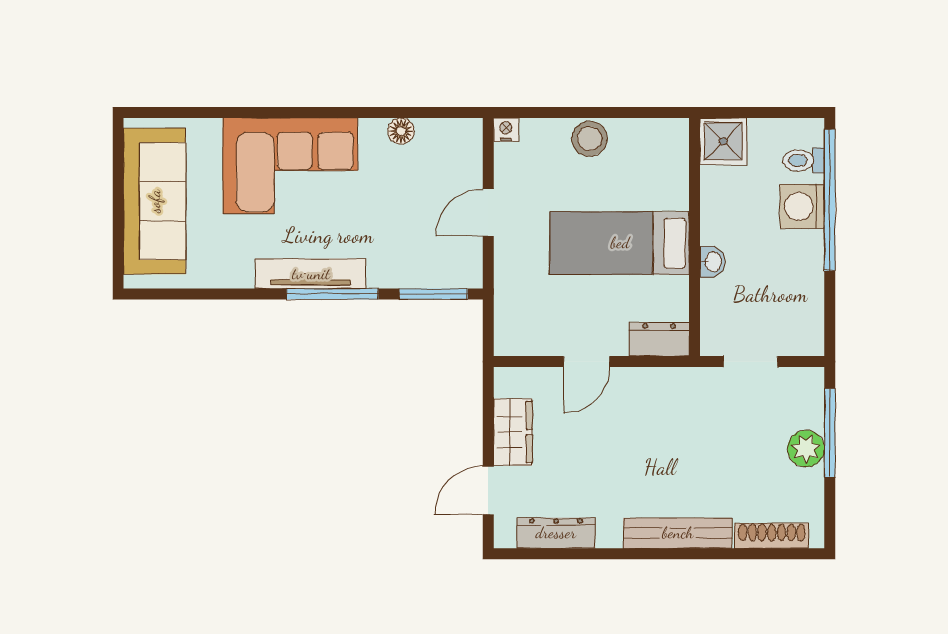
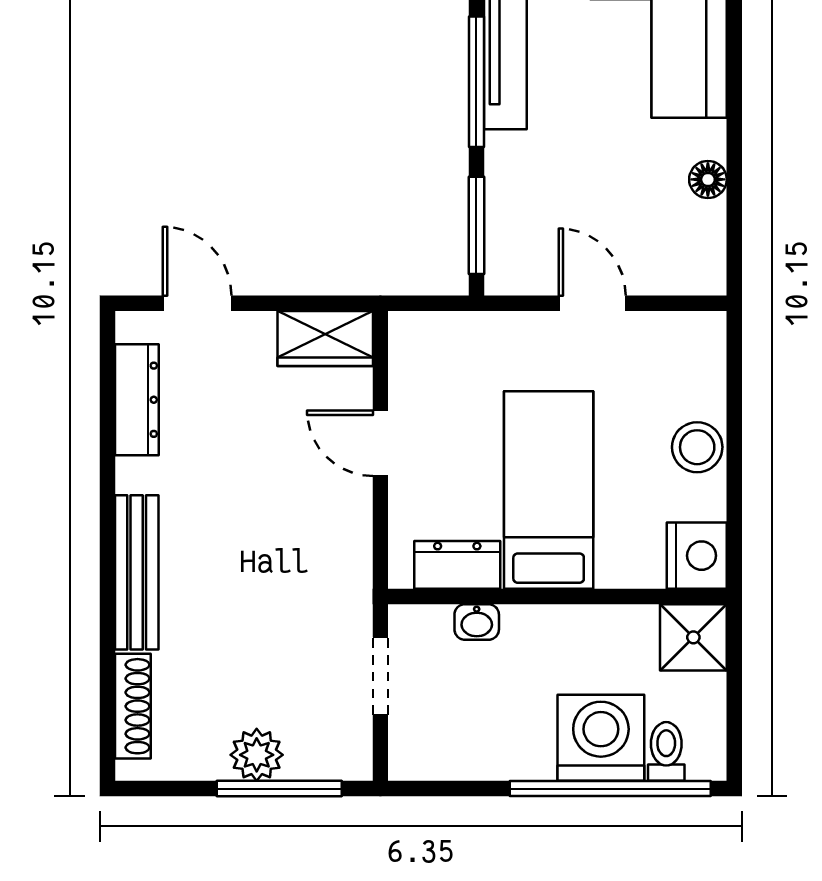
nightstand: (506, 130) -> (697, 556), moved, width x1.89, depth x1.79
washing machine: (802, 206) -> (601, 738), width x1.37, depth x1.37
washbasin: (712, 262) -> (477, 622), moved
dresser: (659, 339) -> (457, 565), moved, turned -90
wardrobe: (513, 432) -> (325, 338), moved

